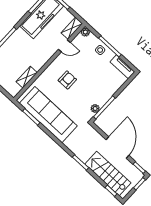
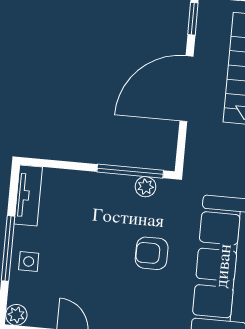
armchair: (67, 80) -> (152, 253), moved

